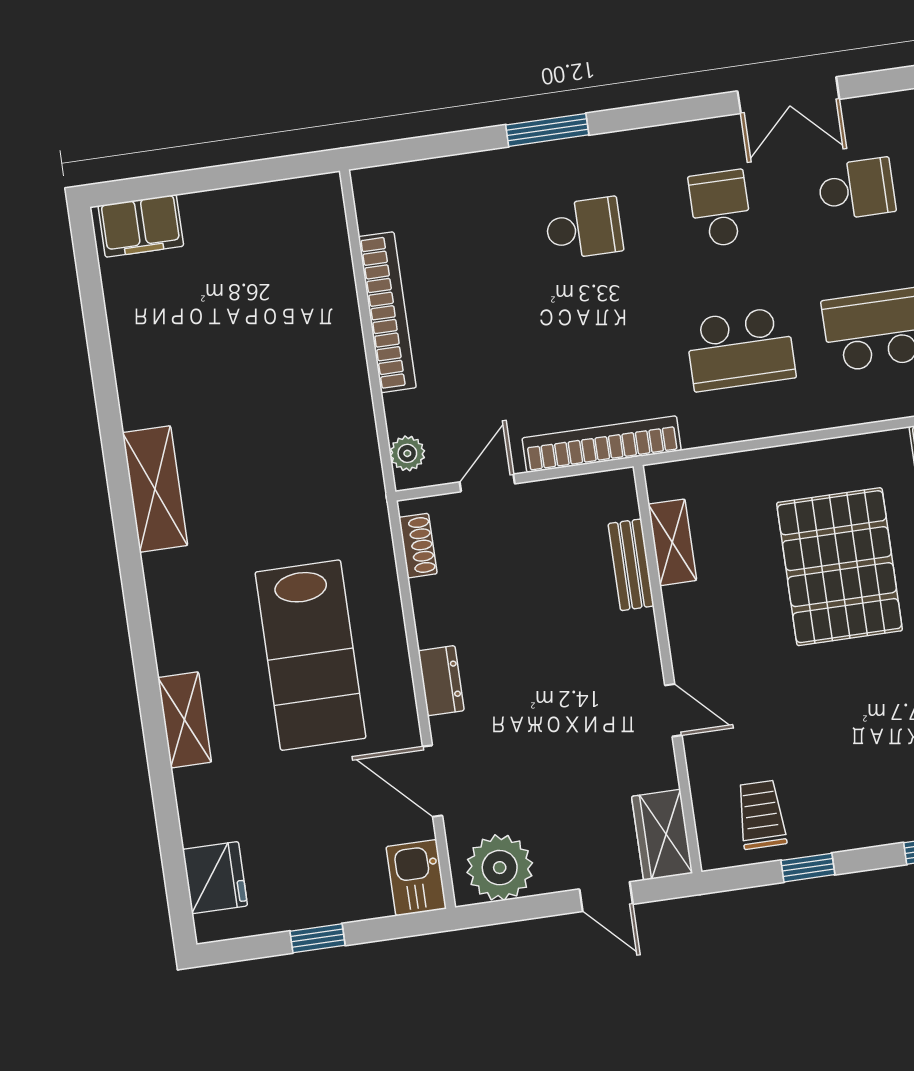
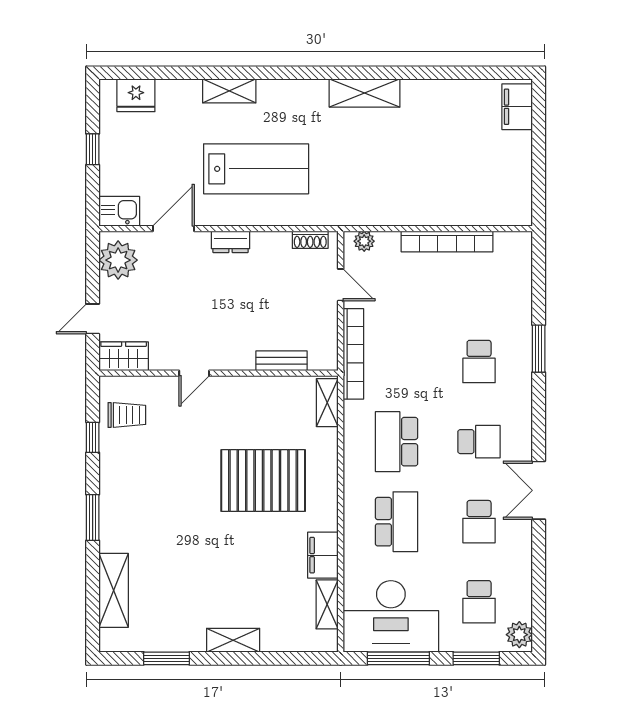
shelving: (672, 542) -> (327, 403), moved, turned 90
lab bench: (310, 655) -> (256, 169), turned 180

